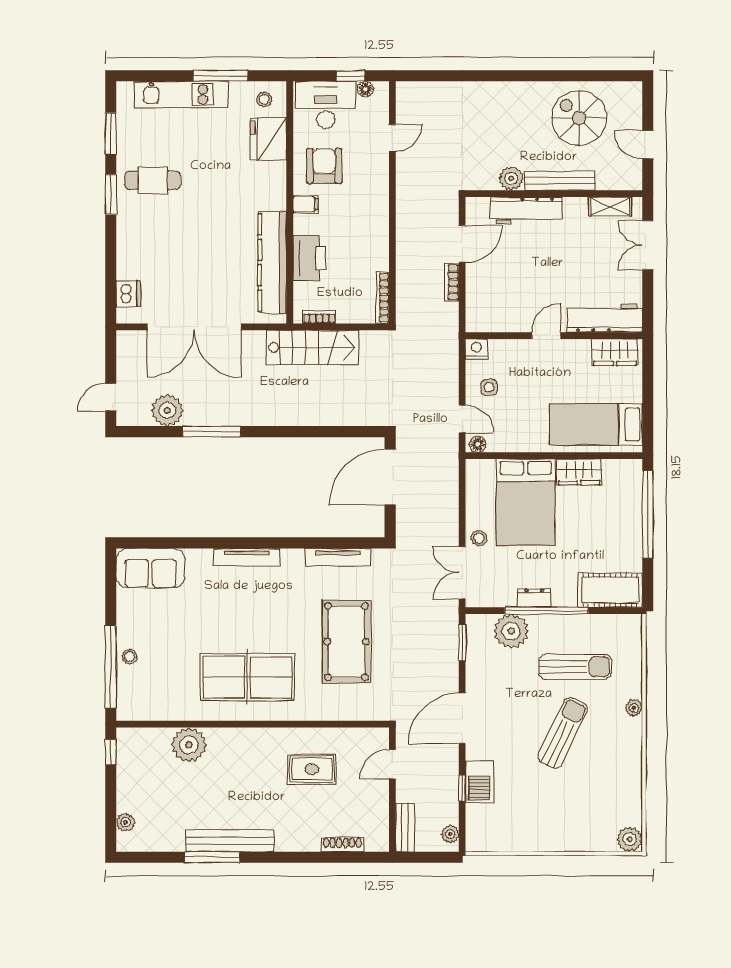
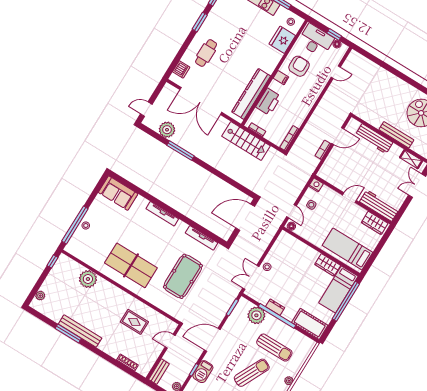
plant: (511, 178) -> (376, 121), removed
cafe table: (153, 180) -> (206, 53), moved, turned 90
bed: (526, 502) -> (338, 289), moved, width x0.67

